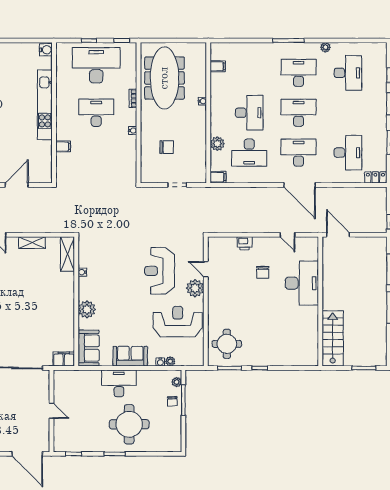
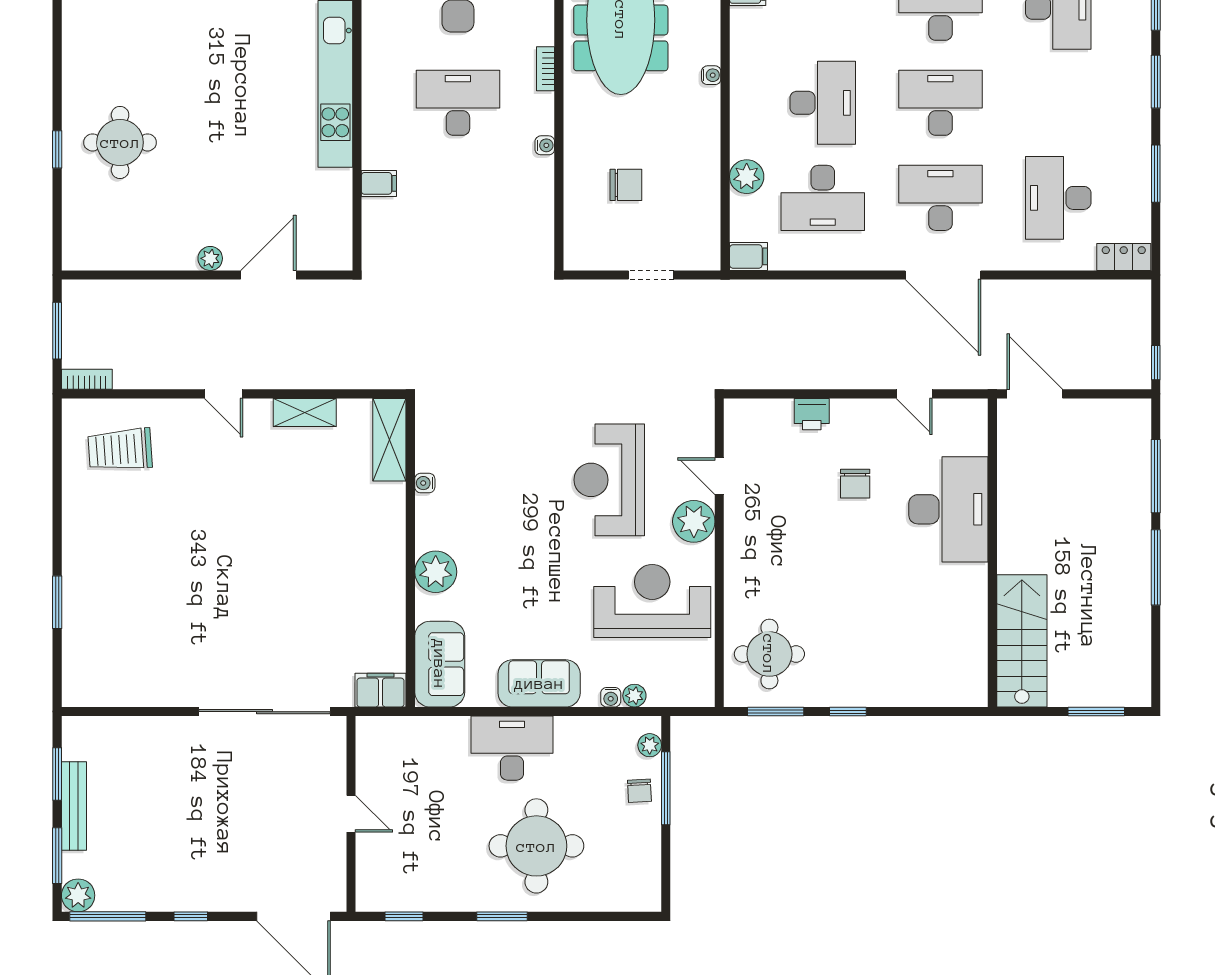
desk: (348, 153) -> (1058, 198), turned 180

